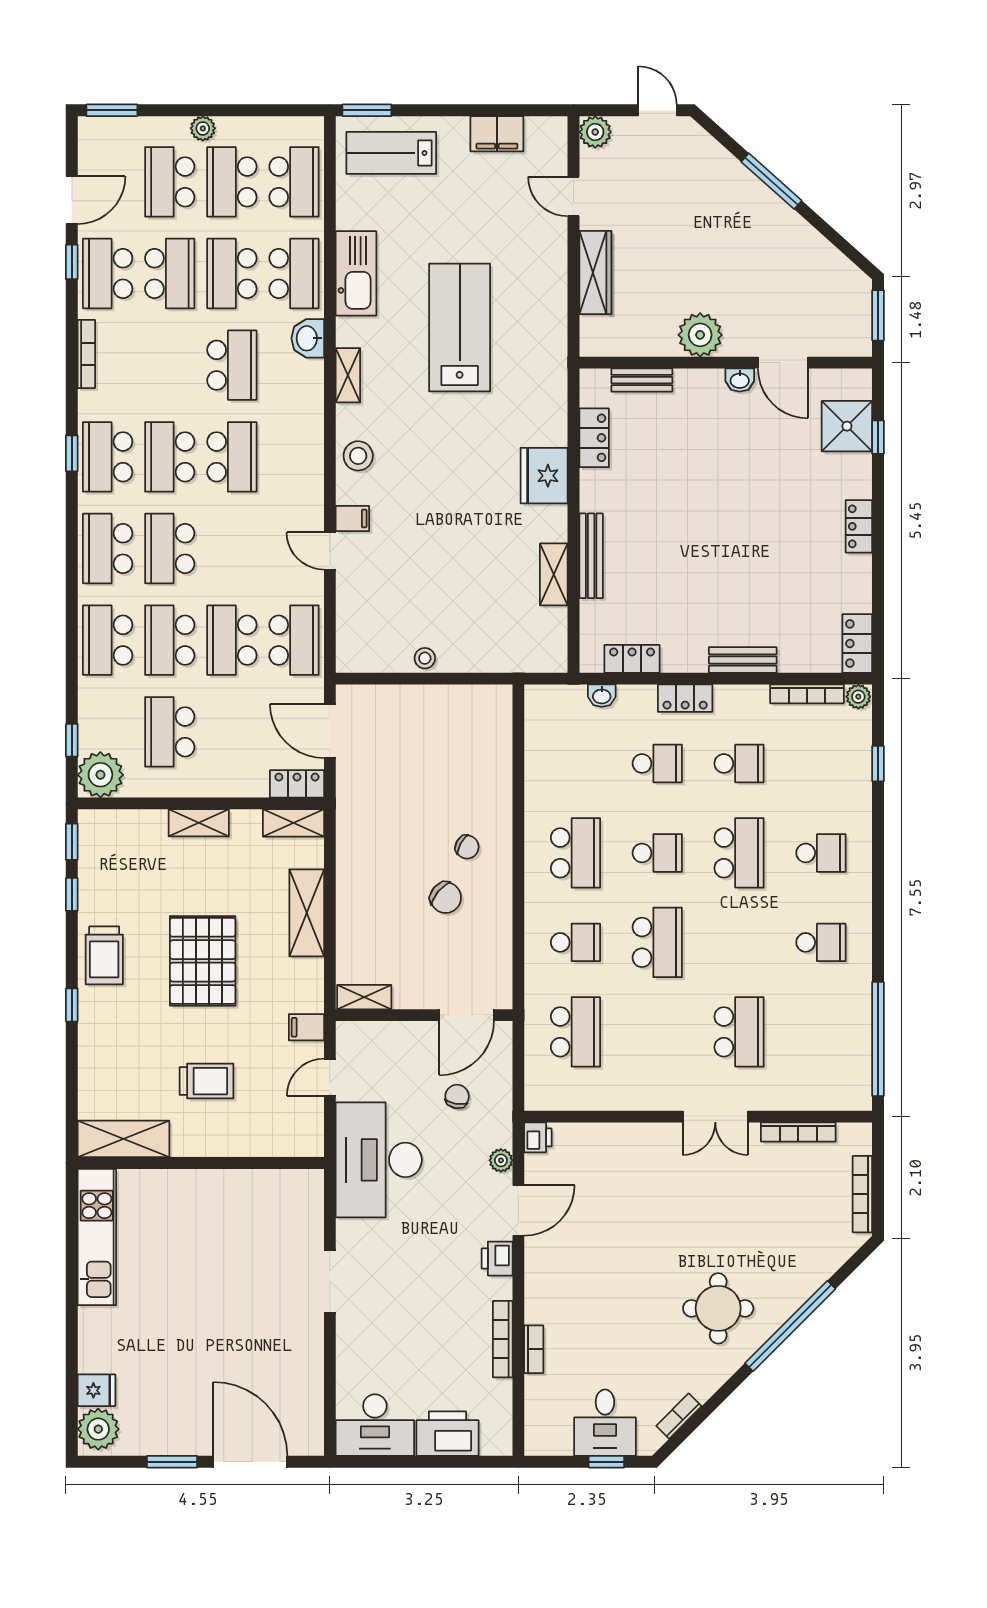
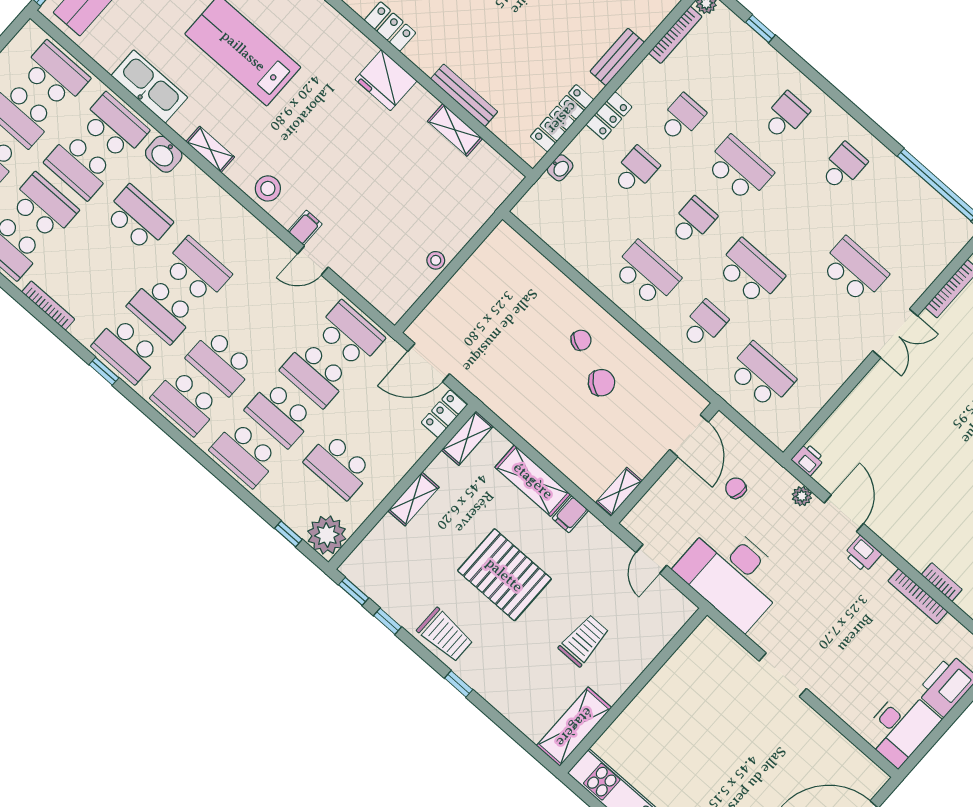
locker: (632, 659) -> (562, 118), width x1.53
filing cabinet: (306, 1027) -> (570, 514), moved

